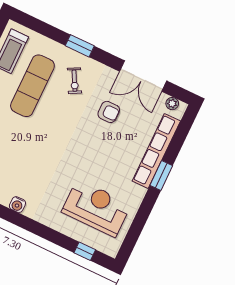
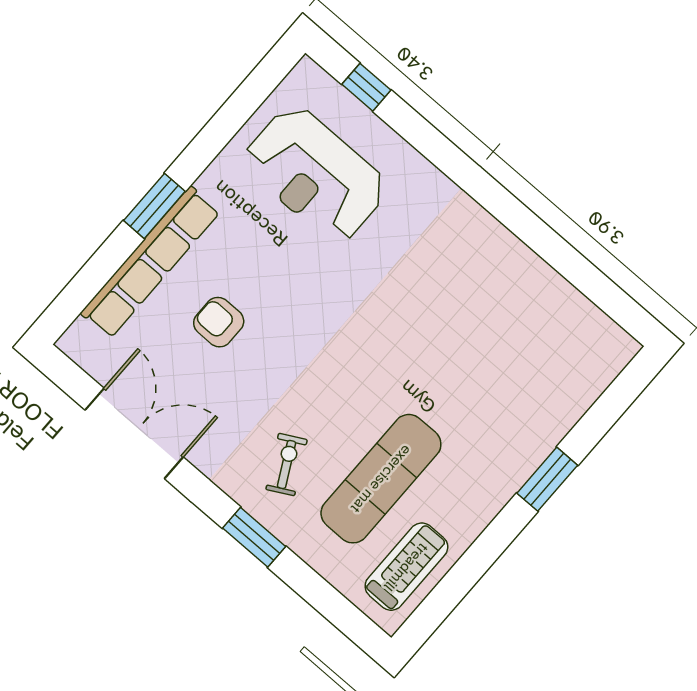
plant: (172, 104) -> (87, 356), removed
armchair: (109, 112) -> (219, 322), moved
water cooler: (17, 205) -> (485, 229), removed

